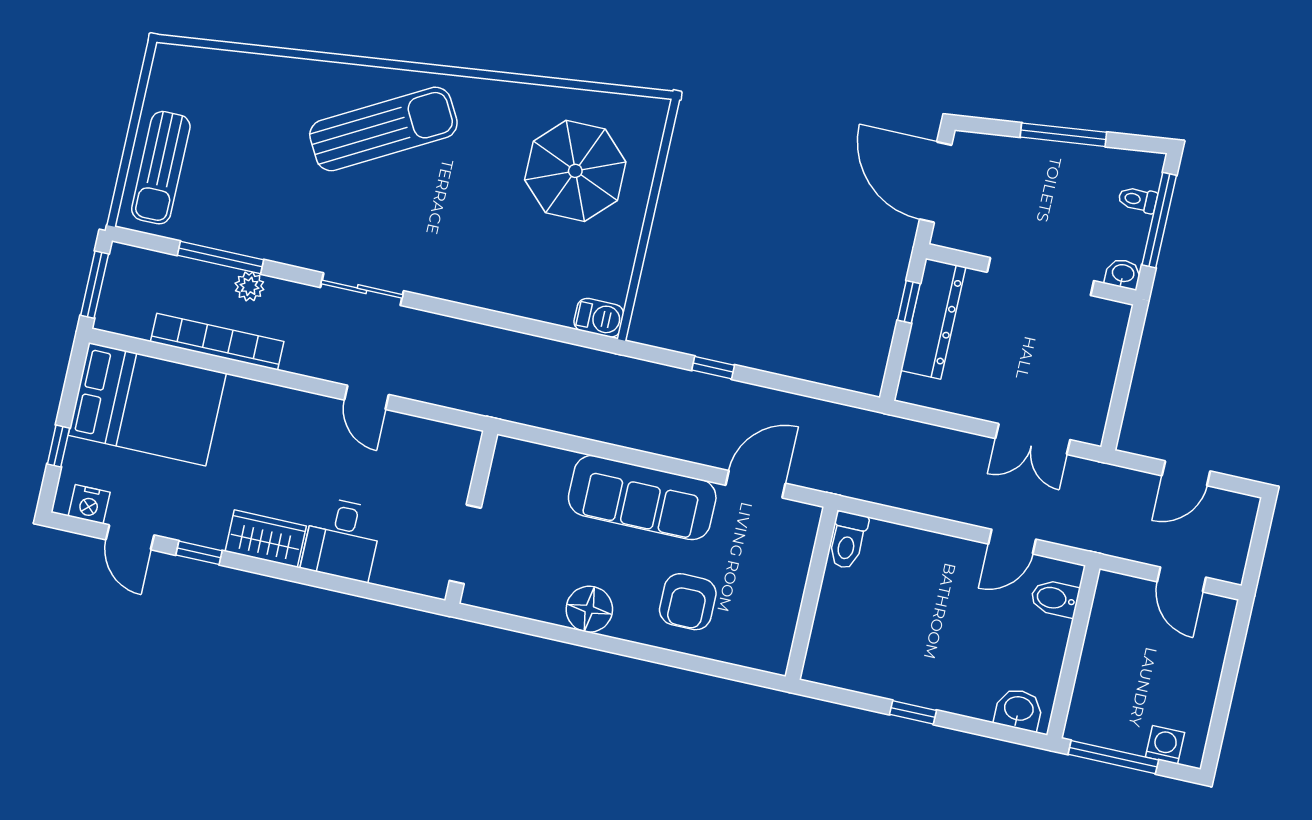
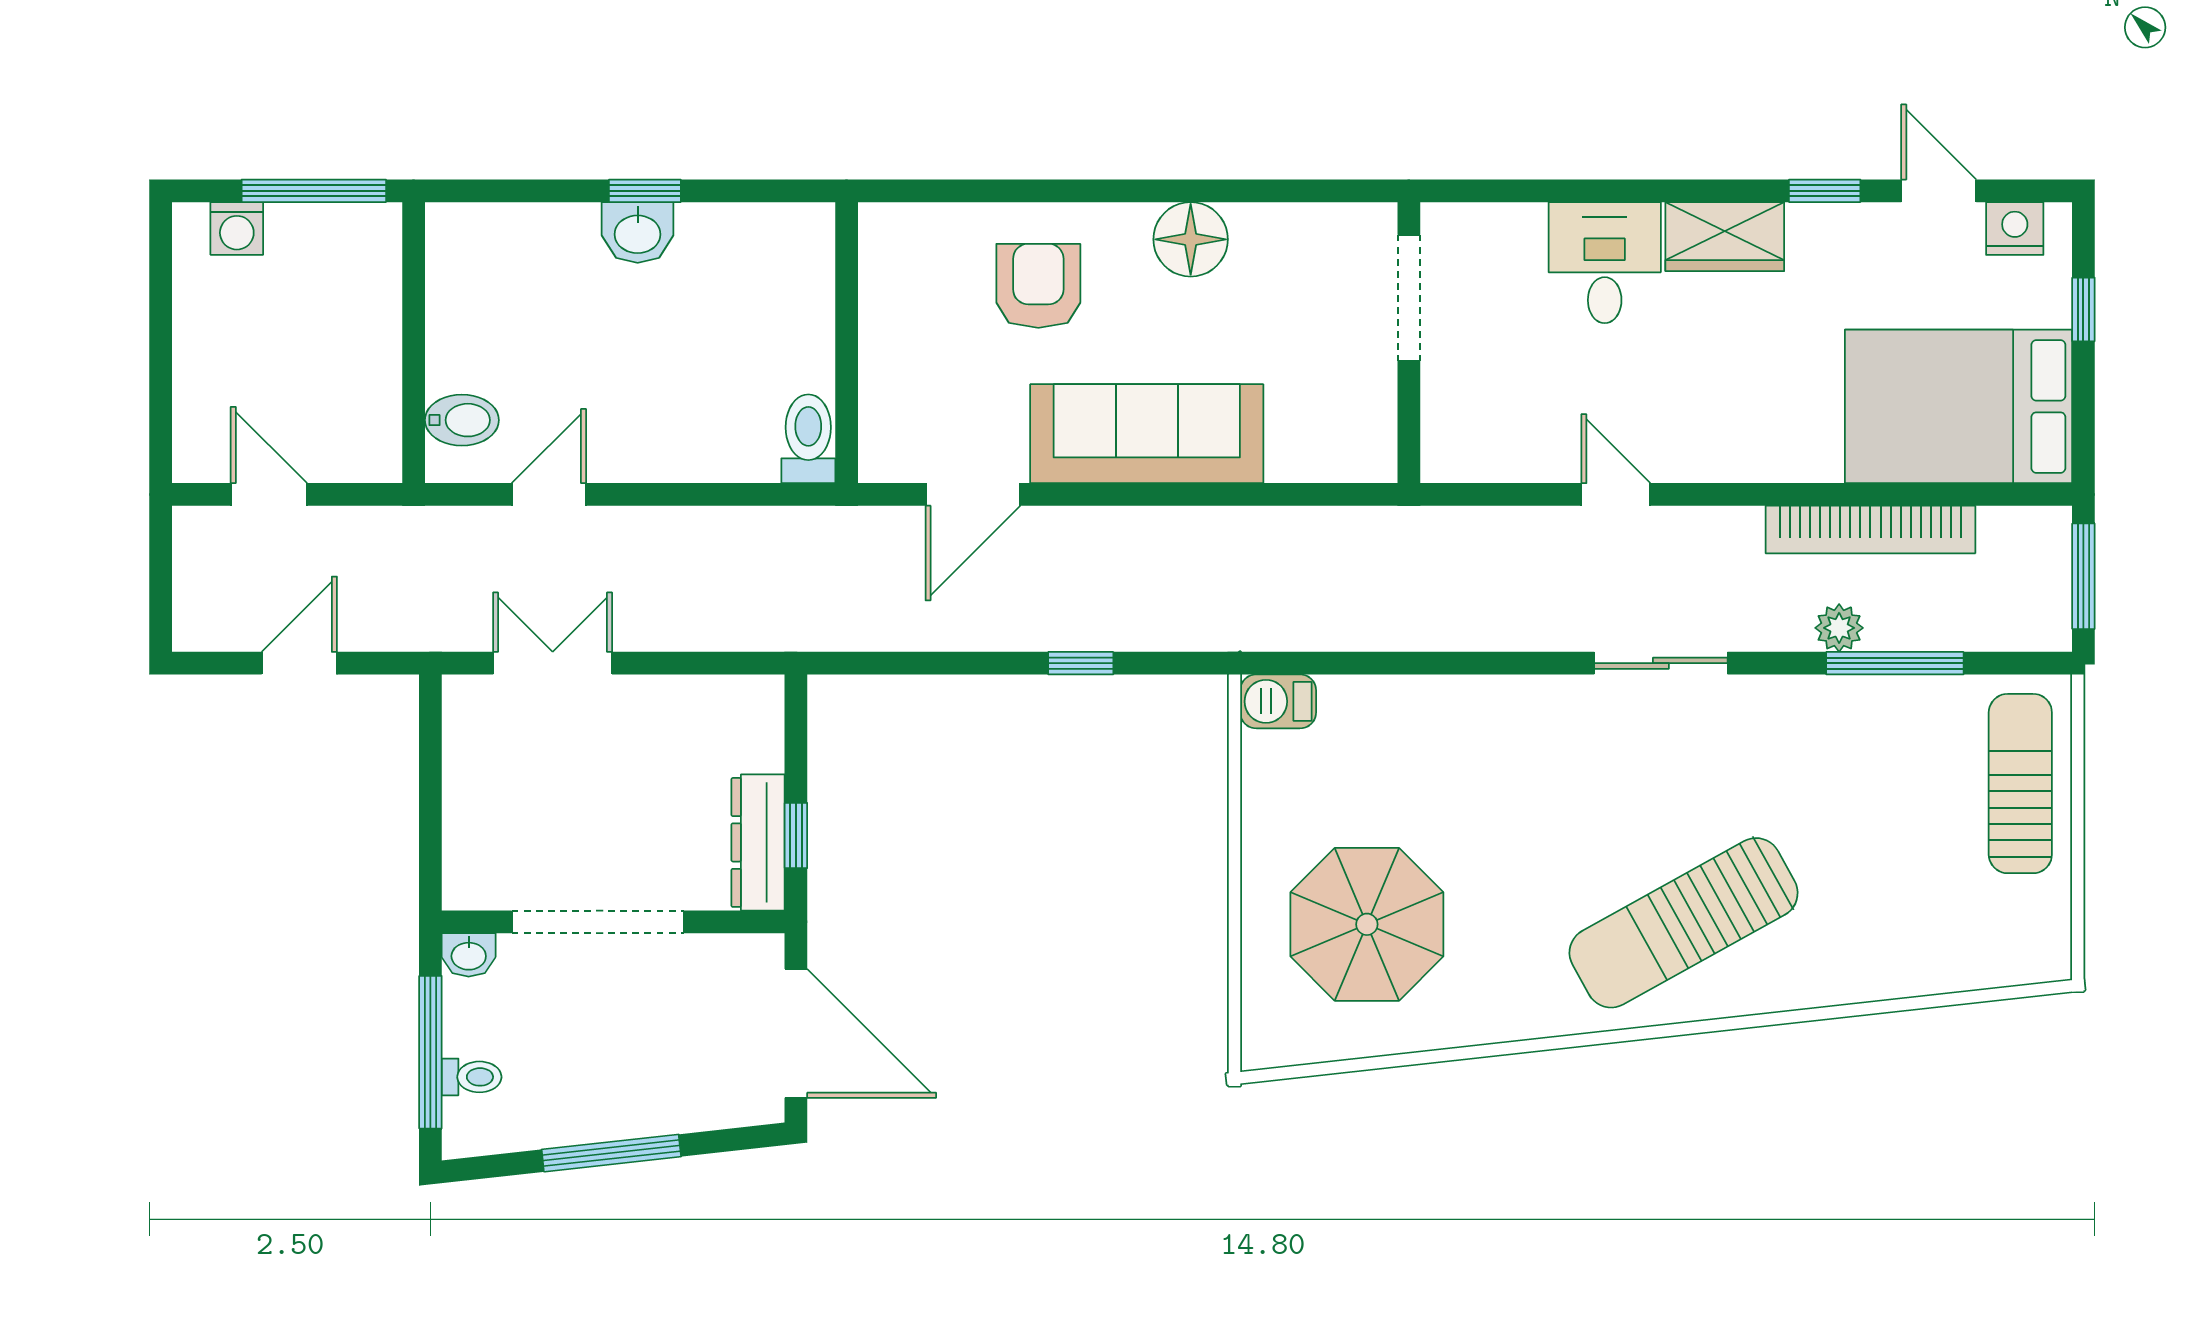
dresser: (933, 319) -> (758, 842), width x0.73, depth x0.80
washbasin: (1019, 710) -> (638, 232), moved

